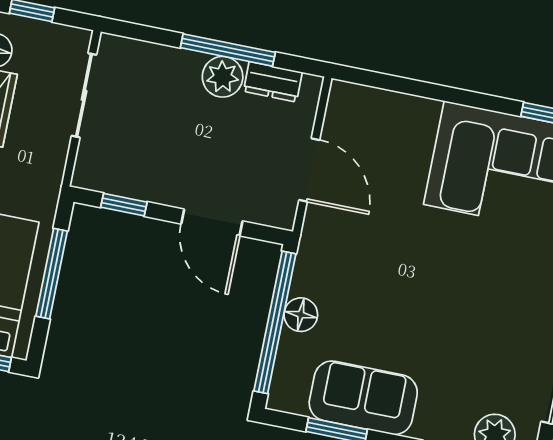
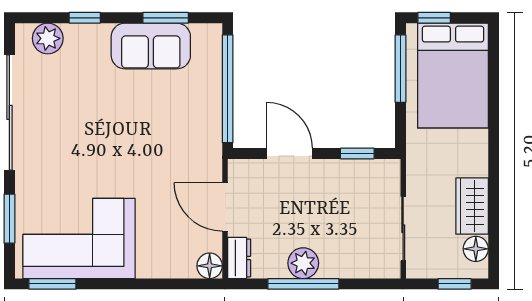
dresser: (273, 82) -> (239, 258), moved, turned 90
window: (52, 274) -> (401, 69), moved
floor lamp: (301, 315) -> (210, 266), moved

